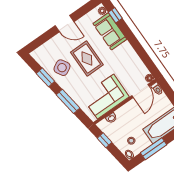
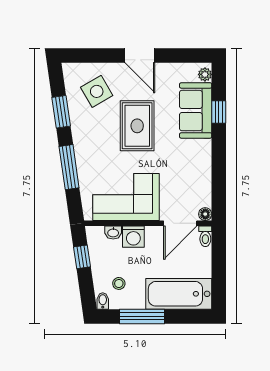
window: (115, 15) -> (219, 112), moved
side table: (62, 68) -> (97, 91), moved
washing machine: (122, 113) -> (133, 237), added

